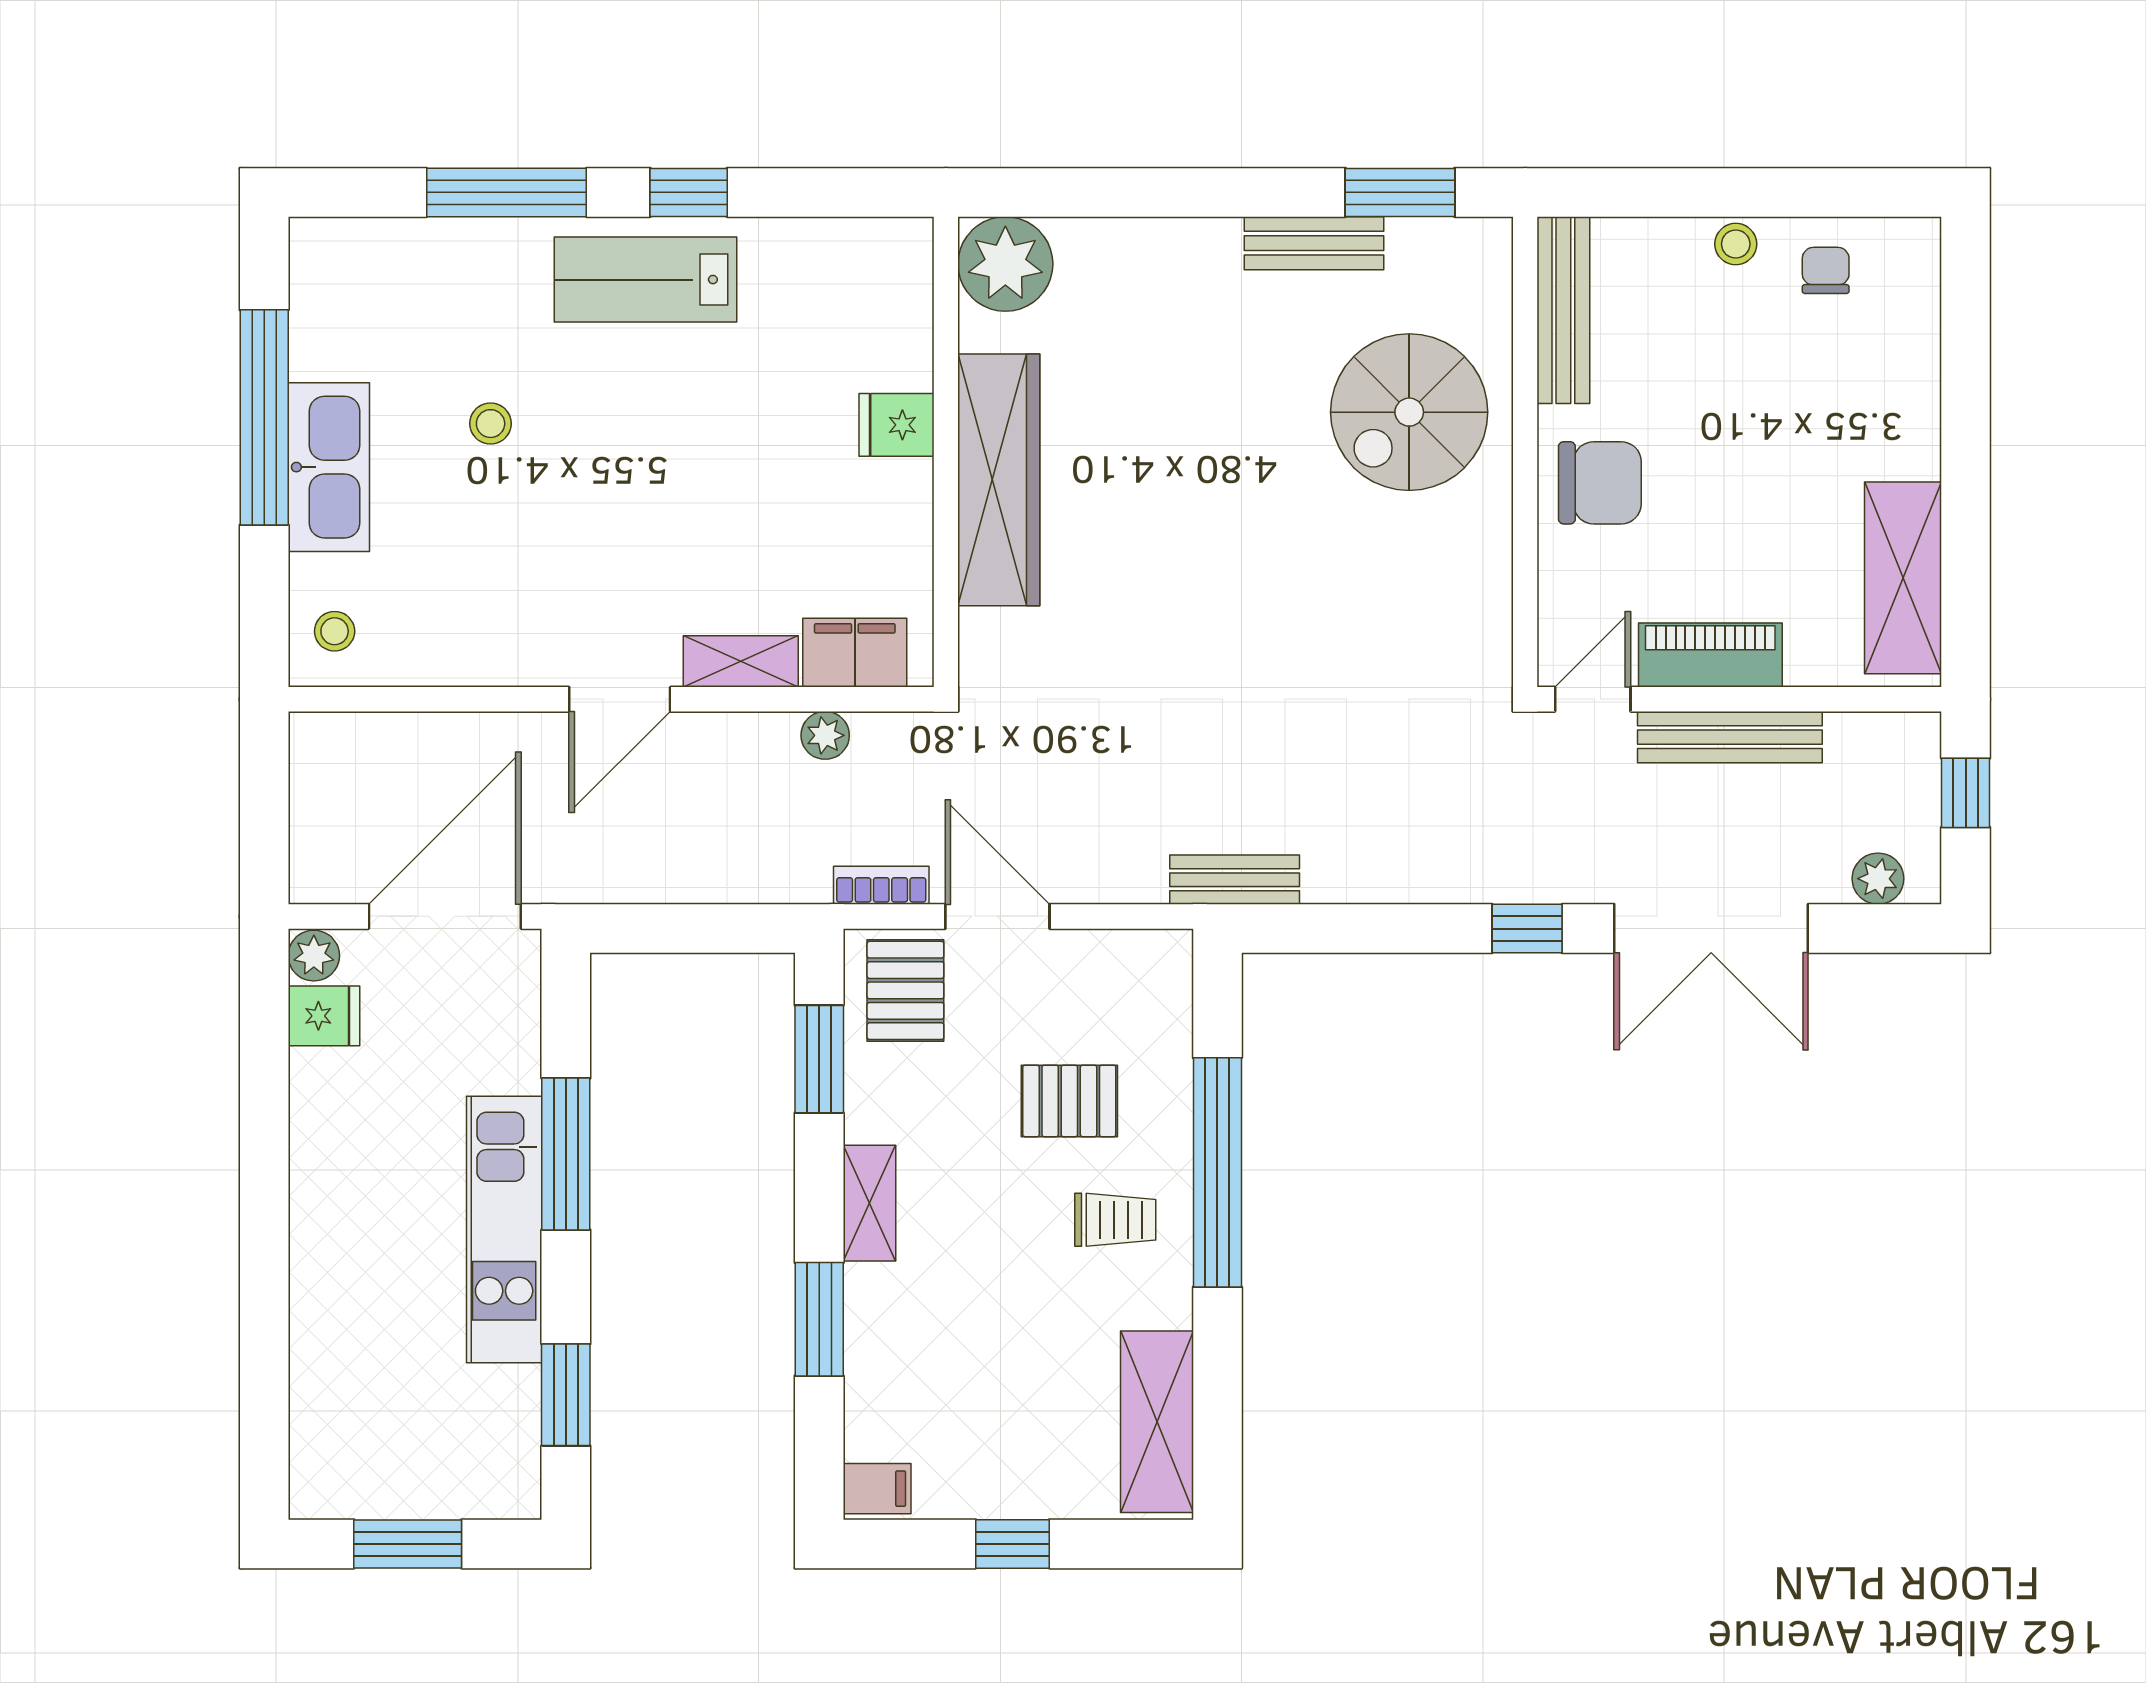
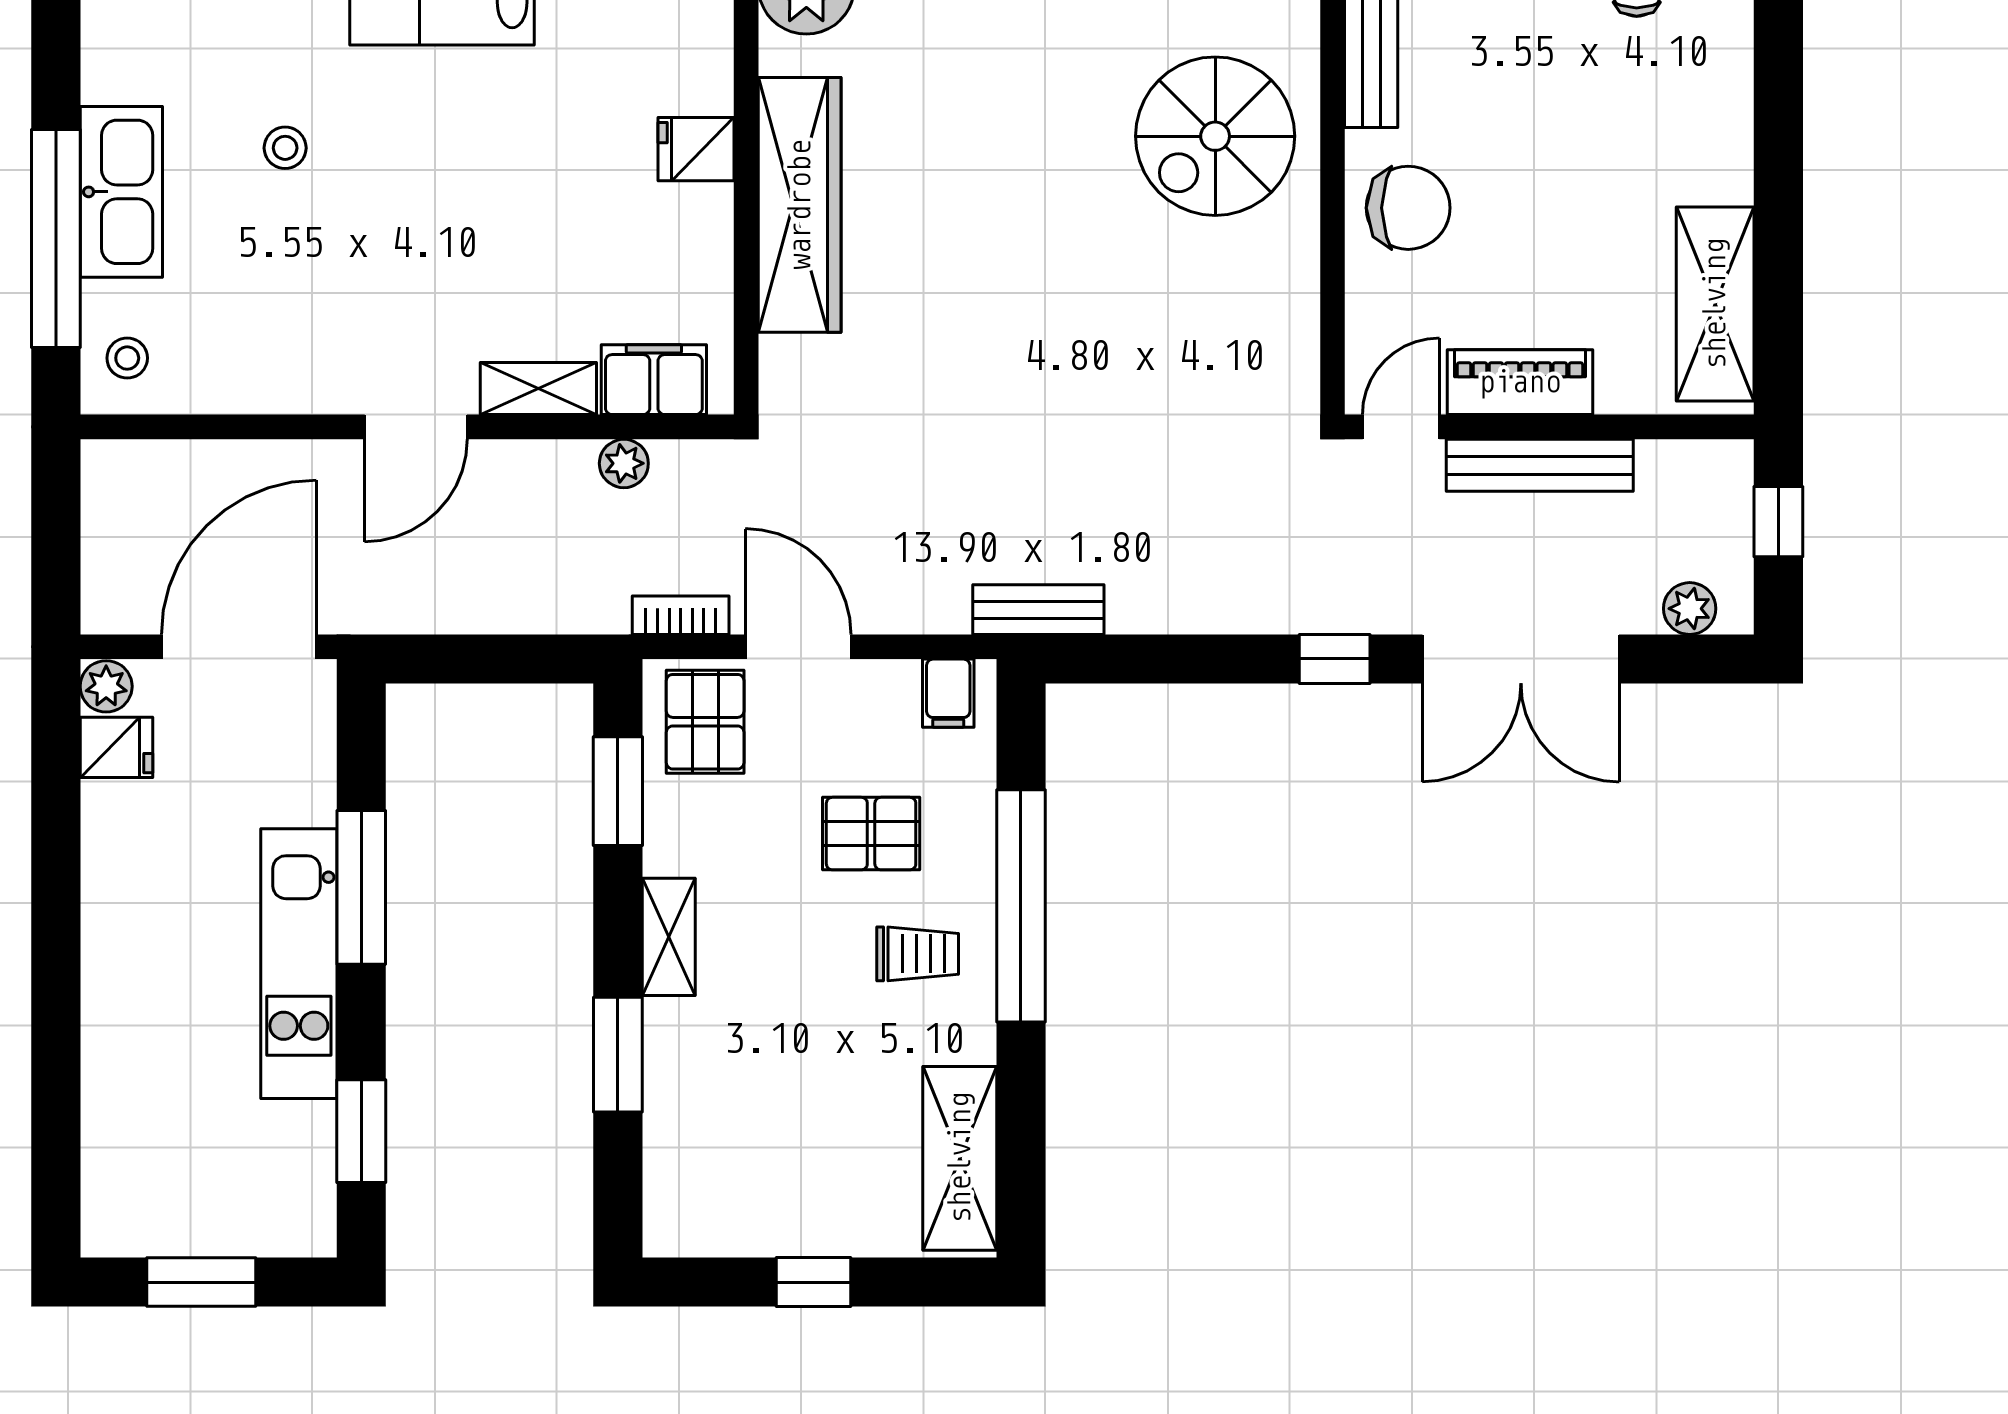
window: (264, 417) -> (56, 238), moved
filing cabinet: (877, 1489) -> (948, 693), moved, turned 90

